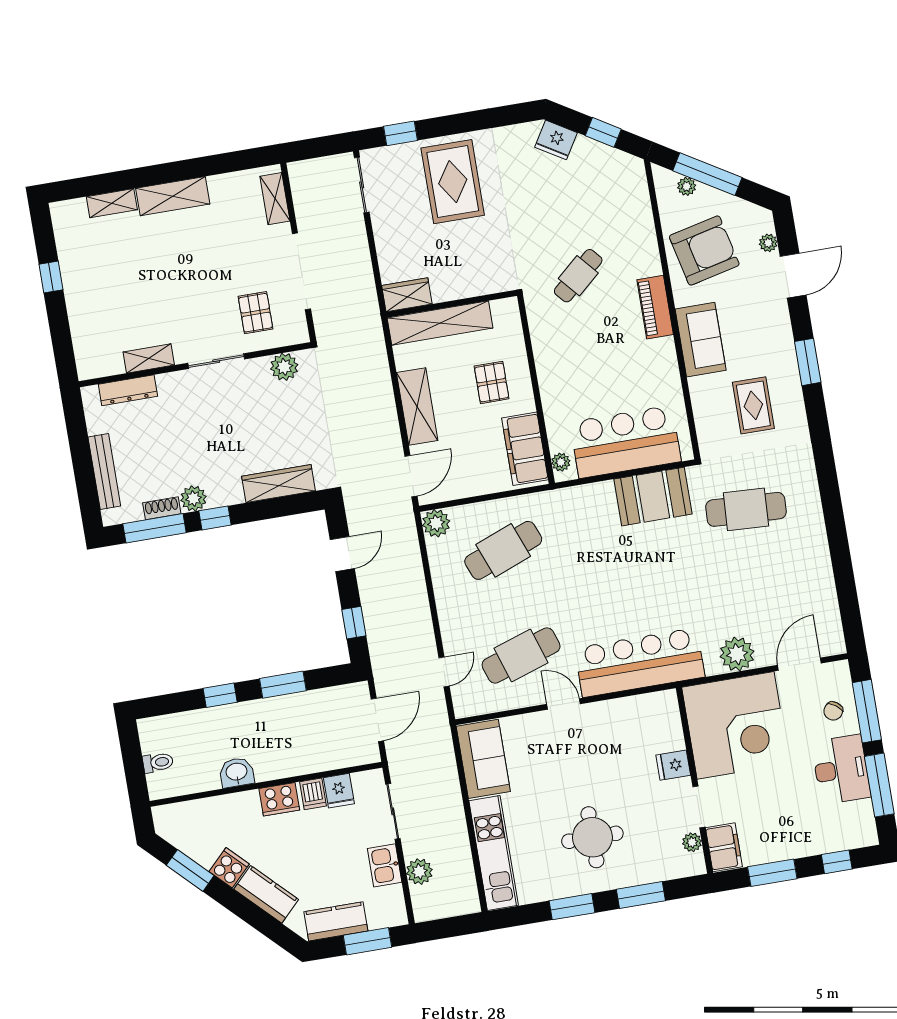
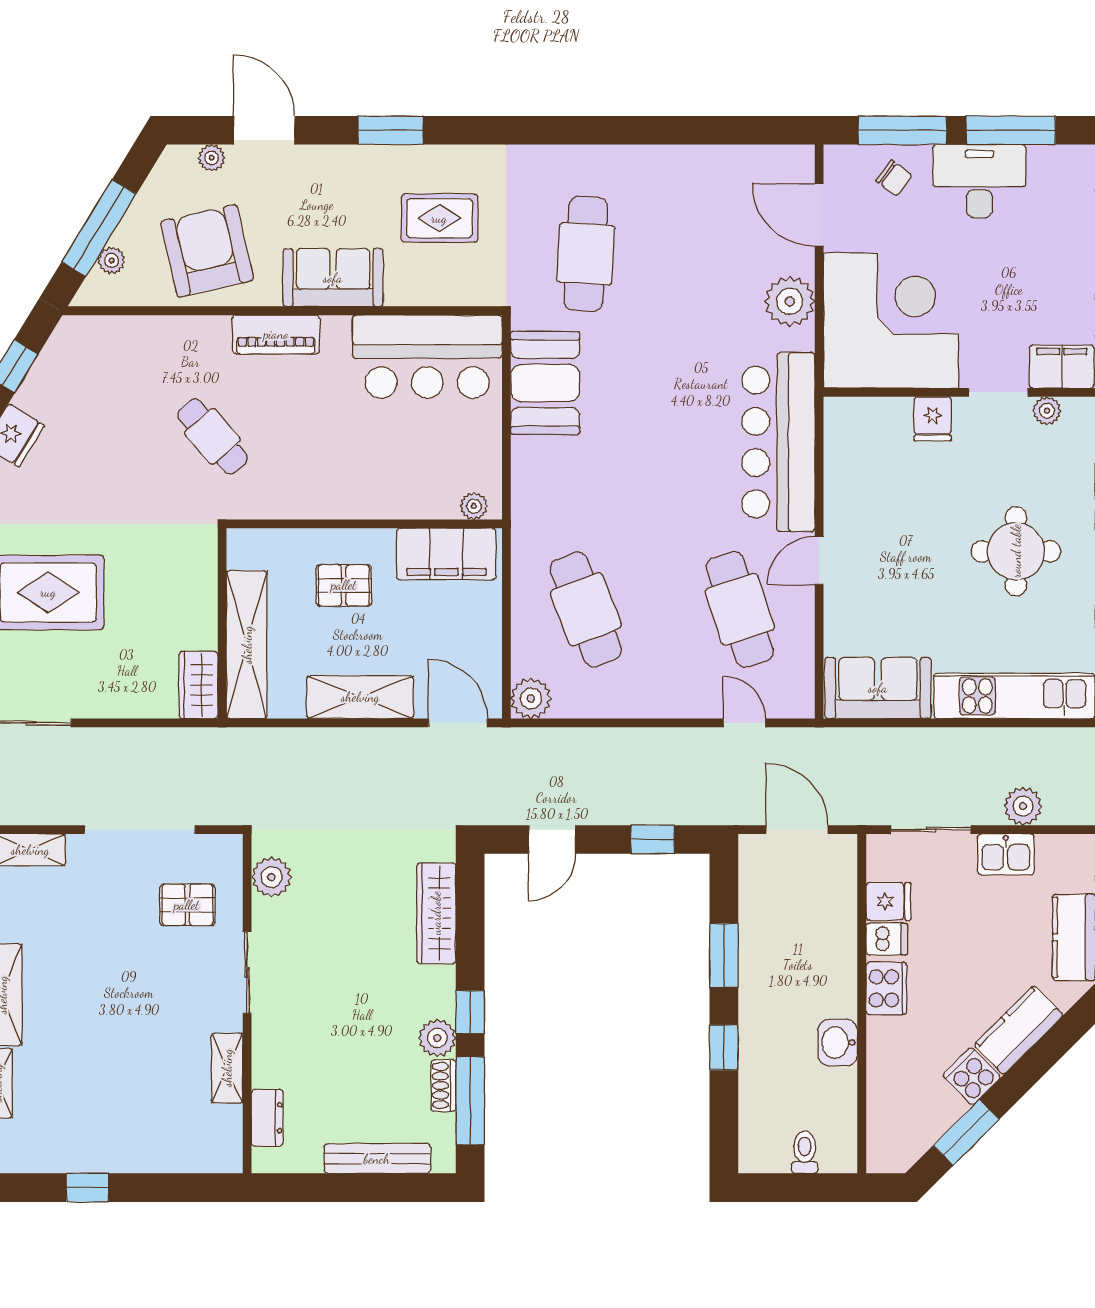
dresser: (128, 390) -> (267, 1118), width x0.70
bar counter: (626, 442) -> (427, 357), moved, turned -90
door: (342, 554) -> (552, 839), swing flipped

